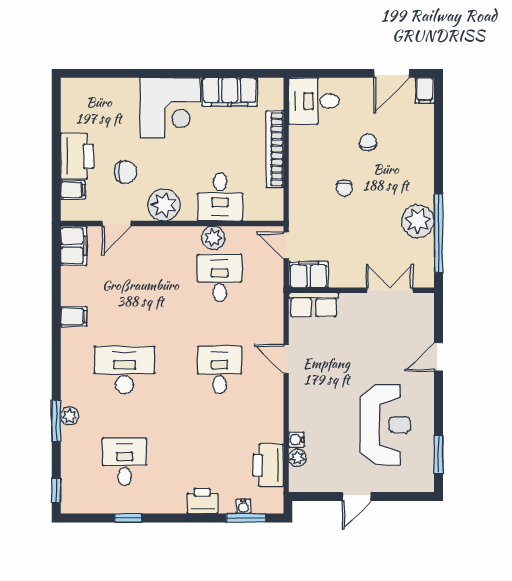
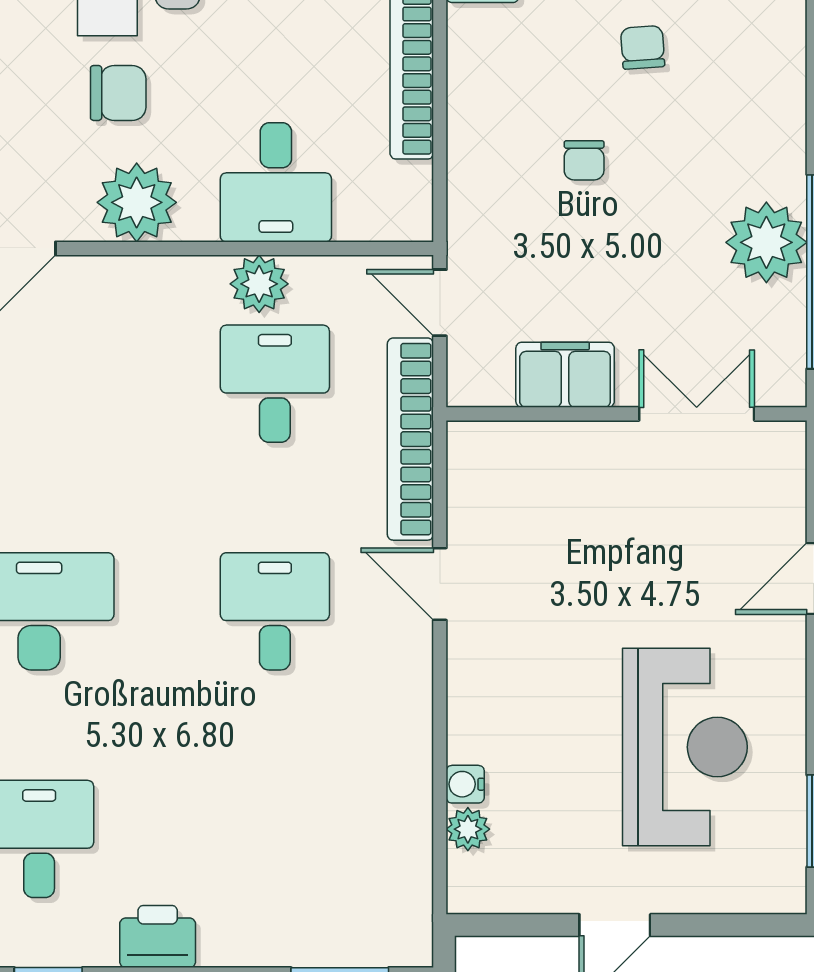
chair: (126, 172) -> (118, 93), moved
filing cabinet: (309, 275) -> (565, 375), moved
bookcase: (274, 300) -> (410, 439), added
row of seats: (314, 305) -> (508, 450), removed
printer: (268, 465) -> (396, 848), removed
printer: (202, 501) -> (158, 937), moved
water cooler: (243, 506) -> (333, 950), removed

